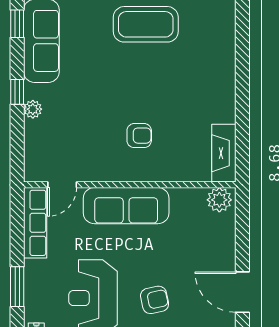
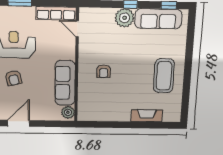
plant: (33, 109) -> (125, 18), width x1.88, depth x1.88
fireplace: (224, 153) -> (147, 116), moved
sofa: (126, 206) -> (65, 83), moved

